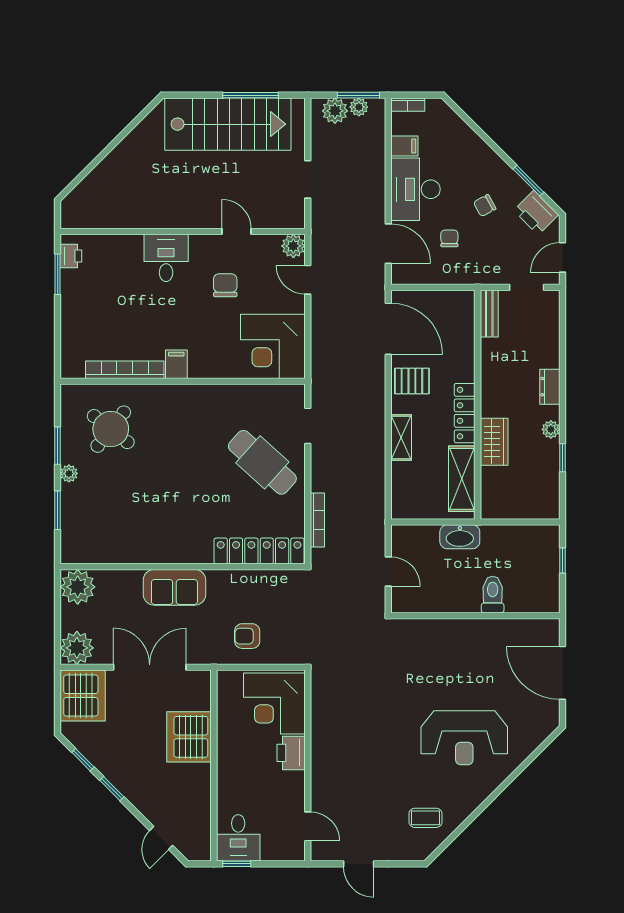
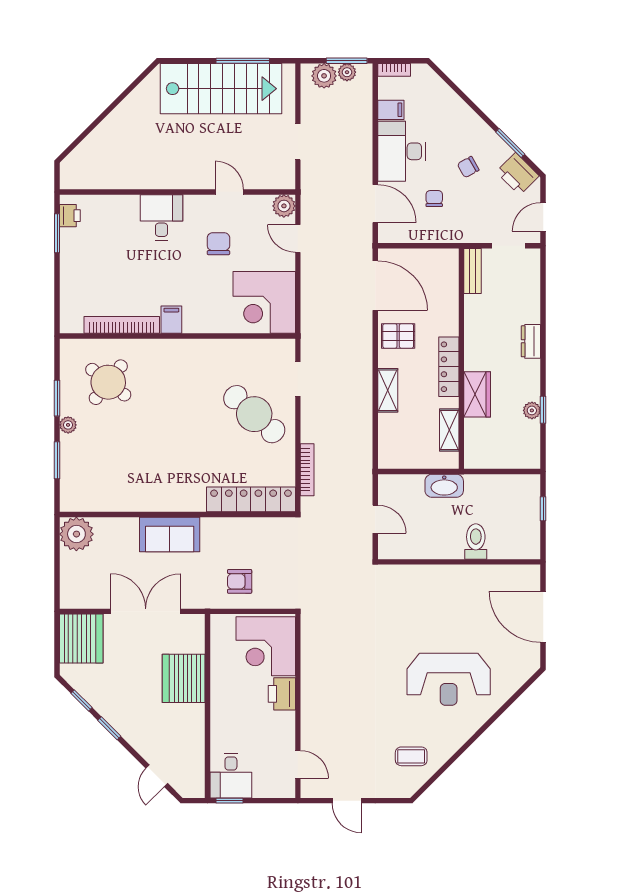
plant: (551, 429) -> (532, 410), moved
shelving: (462, 479) -> (449, 430), width x0.67, depth x0.75
plant: (77, 648) -> (76, 593), removed

